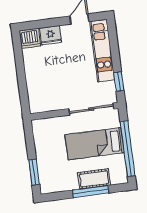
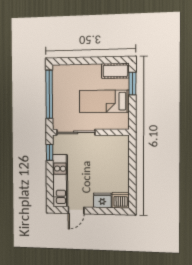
bed: (95, 144) -> (104, 101), moved, turned 180
cot: (94, 179) -> (115, 71), moved
window: (91, 192) -> (85, 61), removed

